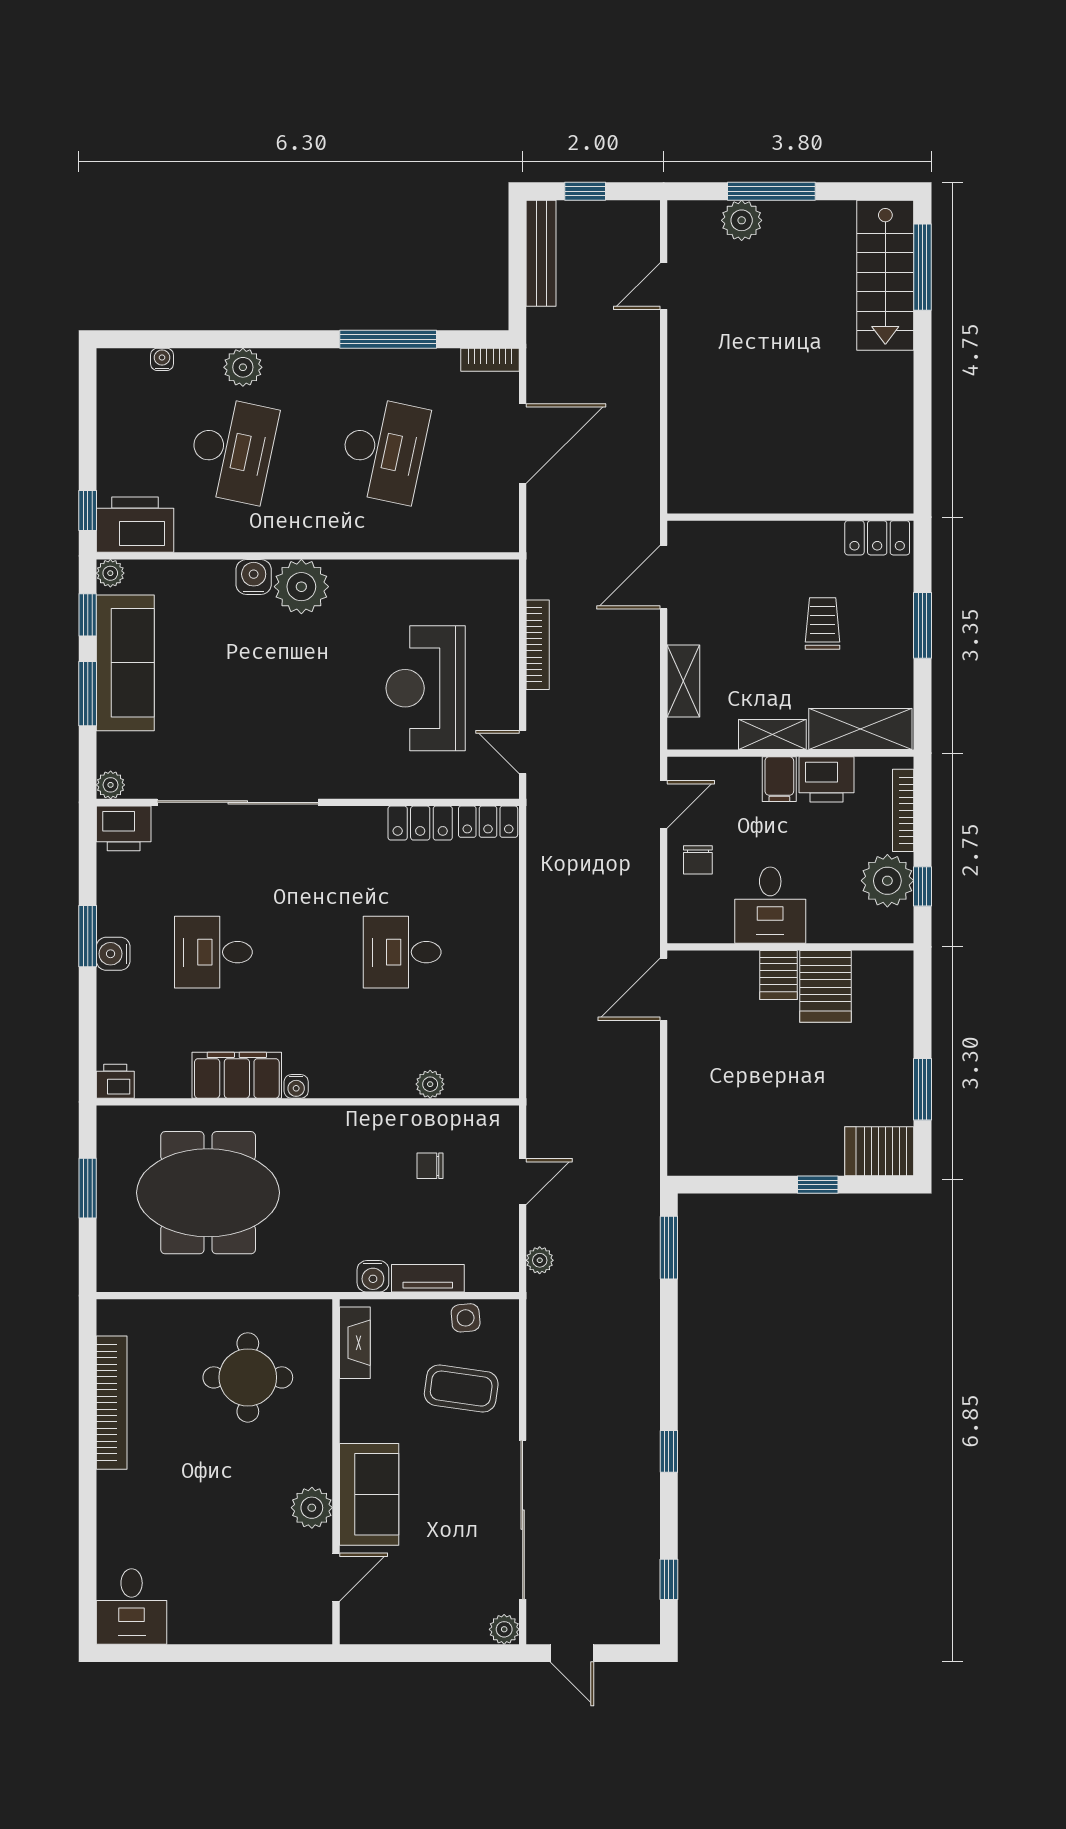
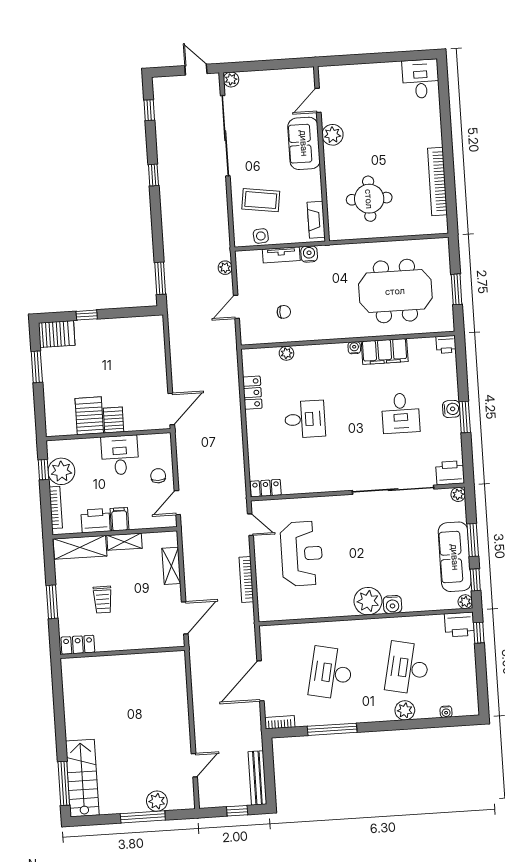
printer: (135, 525) -> (459, 624), width x0.73, depth x0.84
locker: (420, 823) -> (252, 393), moved, turned 90
desk: (213, 952) -> (401, 413), turned 90

